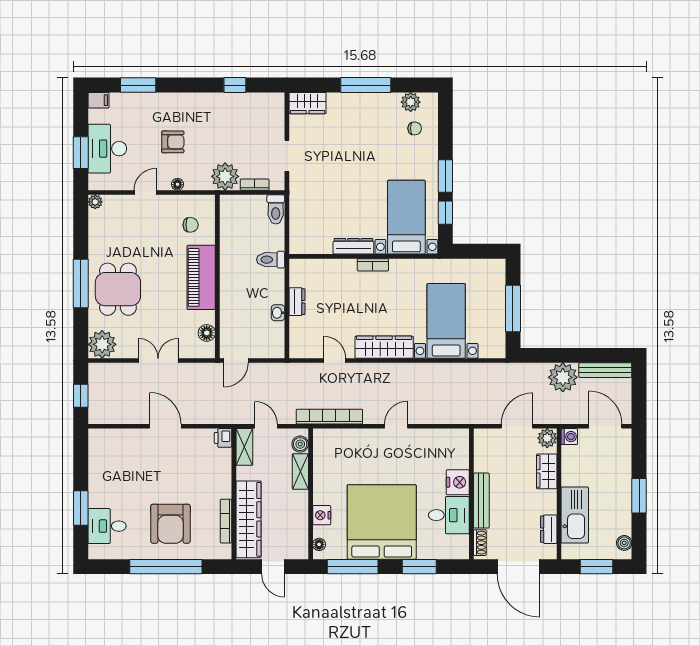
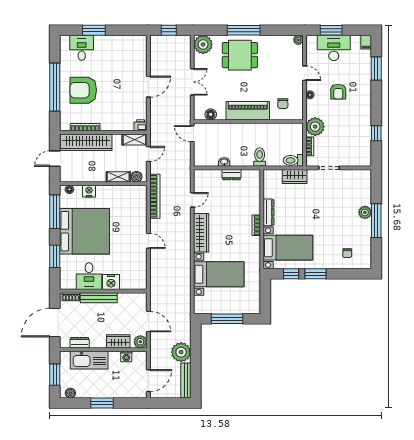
plant: (411, 102) -> (365, 212), moved
wardrobe: (308, 103) -> (295, 176), moved, turned -90
washing machine: (569, 437) -> (126, 356), moved

